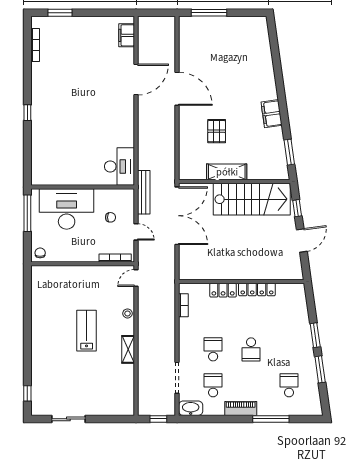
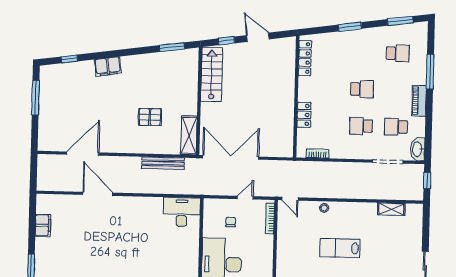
window: (209, 13) -> (36, 98), moved
filing cabinet: (127, 35) -> (43, 225), moved, turned -90
window: (274, 47) -> (69, 59), added
door: (177, 89) -> (83, 154), moved
filing cabinet: (272, 114) -> (108, 66), moved
shelving: (227, 172) -> (189, 135), moved
bench: (144, 192) -> (163, 163), moved
stairs: (252, 199) -> (212, 75), width x0.73, depth x0.66
locker: (257, 290) -> (305, 58), moved
shelving: (128, 349) -> (391, 209), moved
window: (320, 369) -> (400, 21), moved
school desk: (289, 385) -> (398, 53), turned 180

